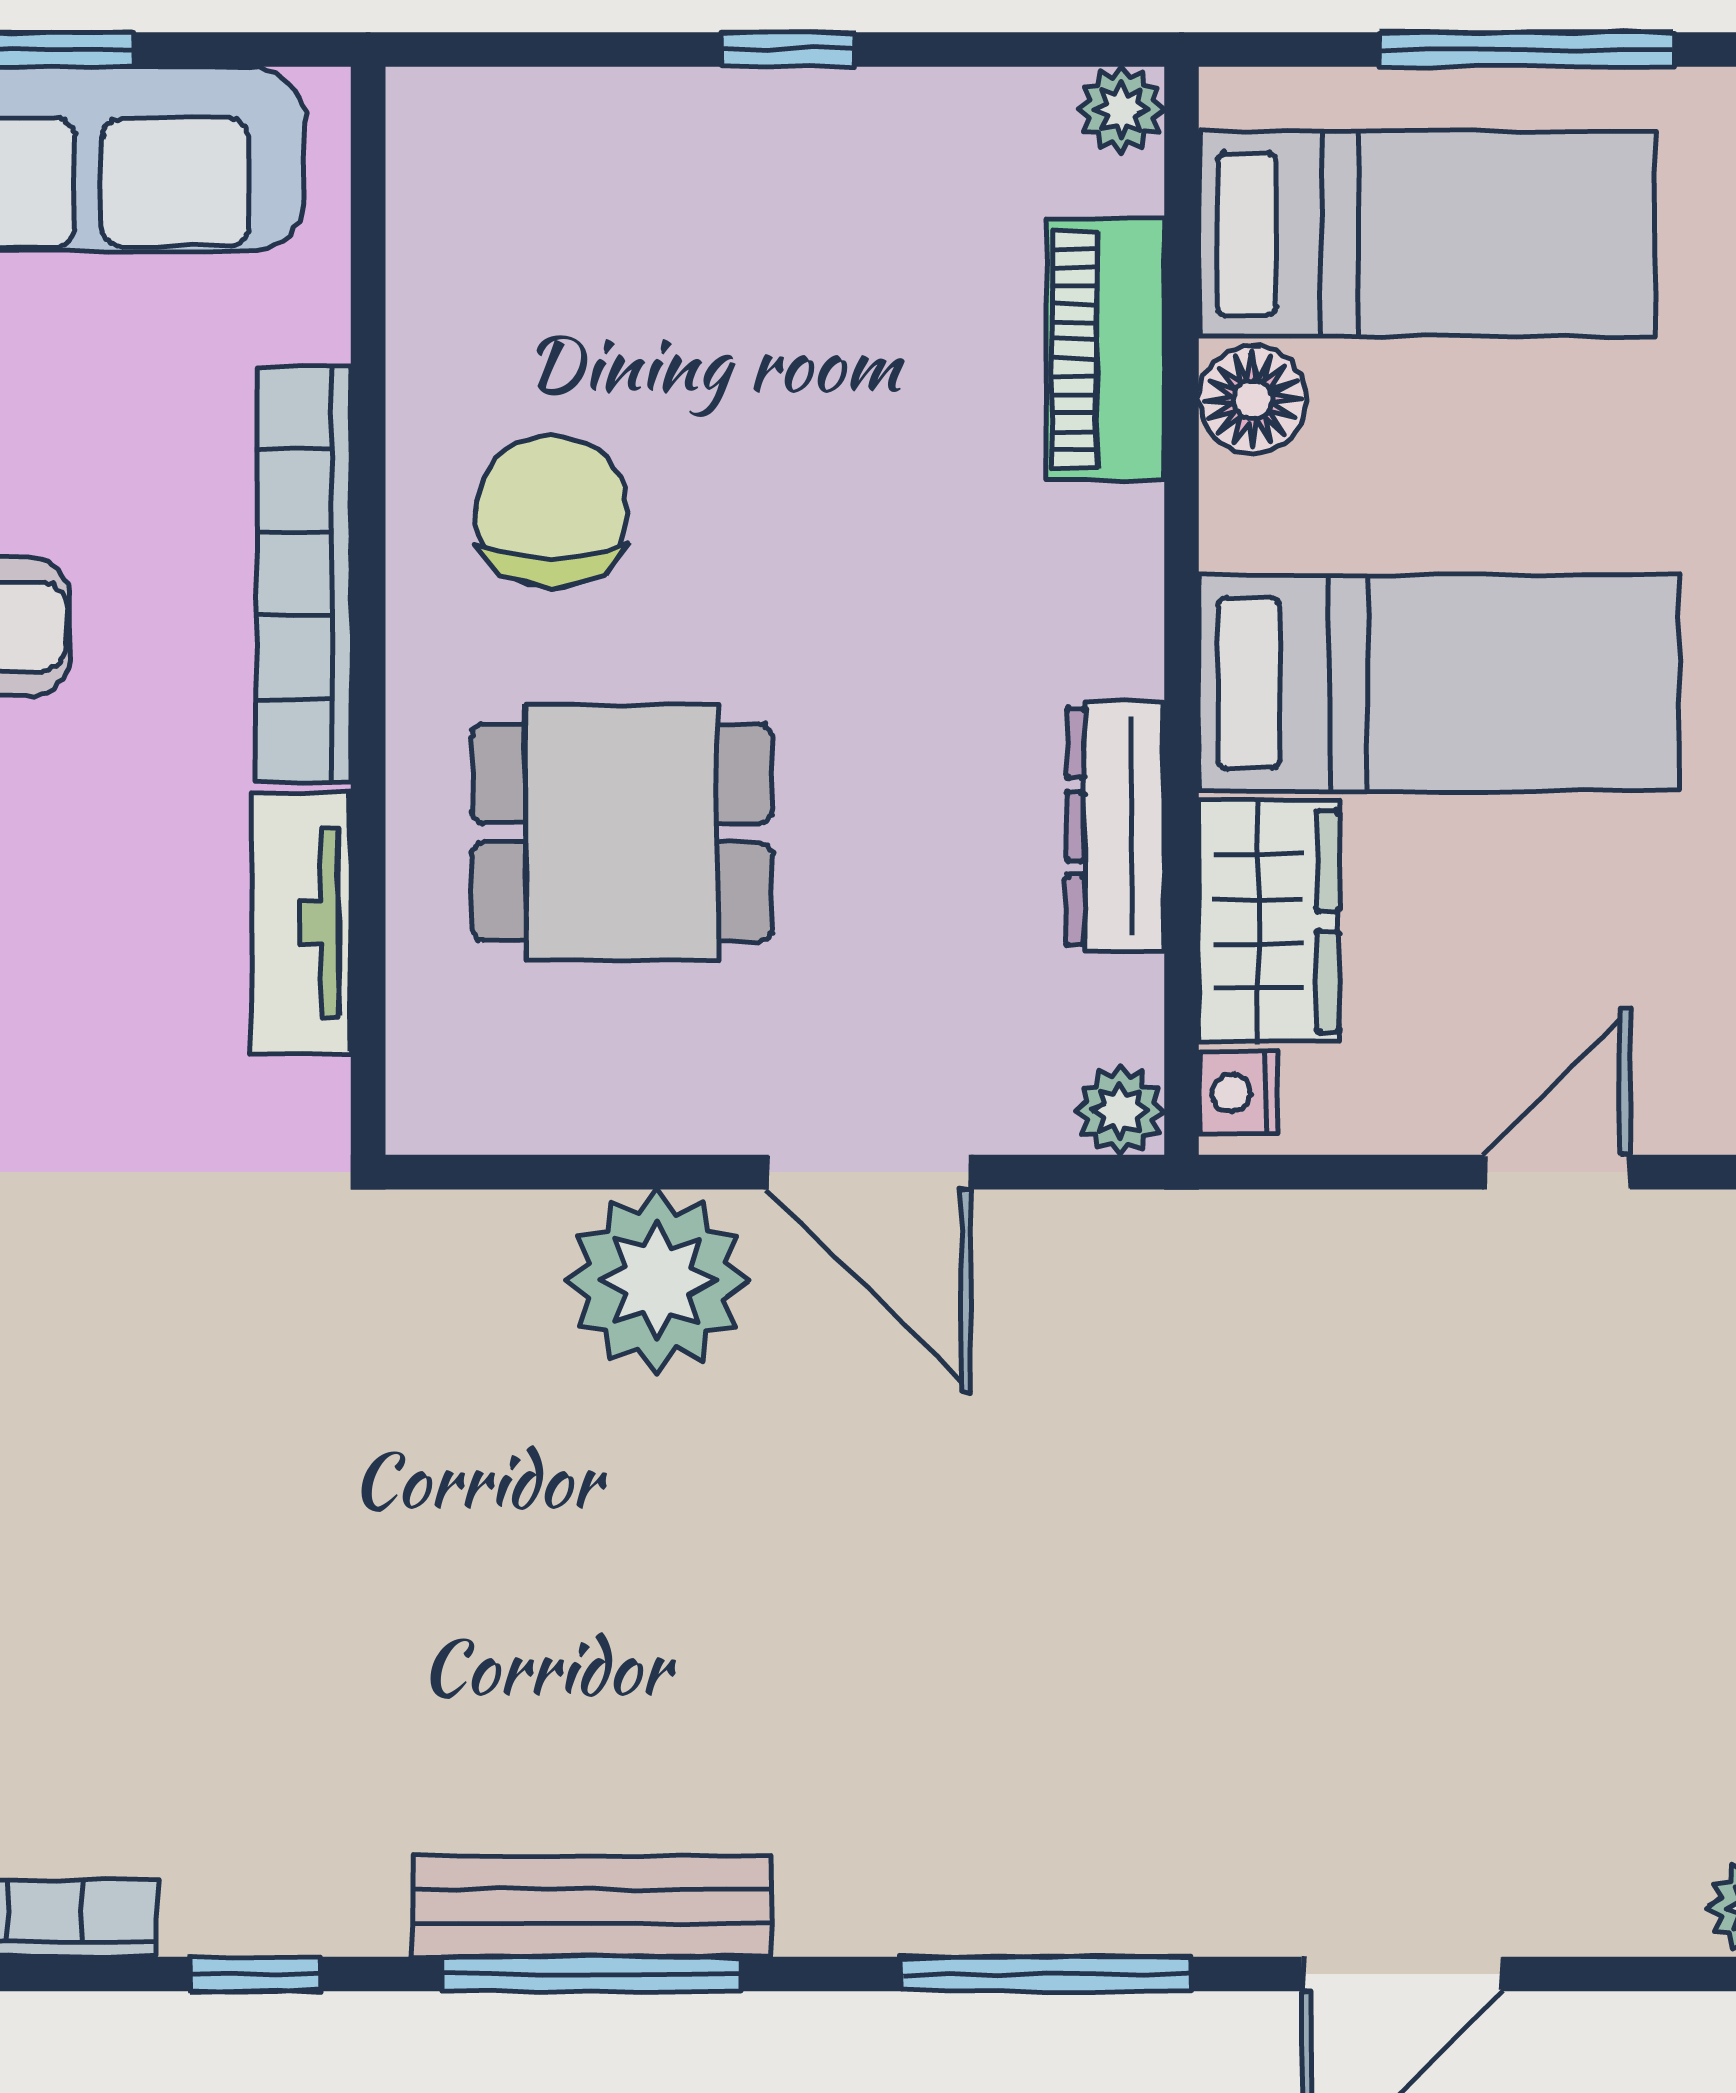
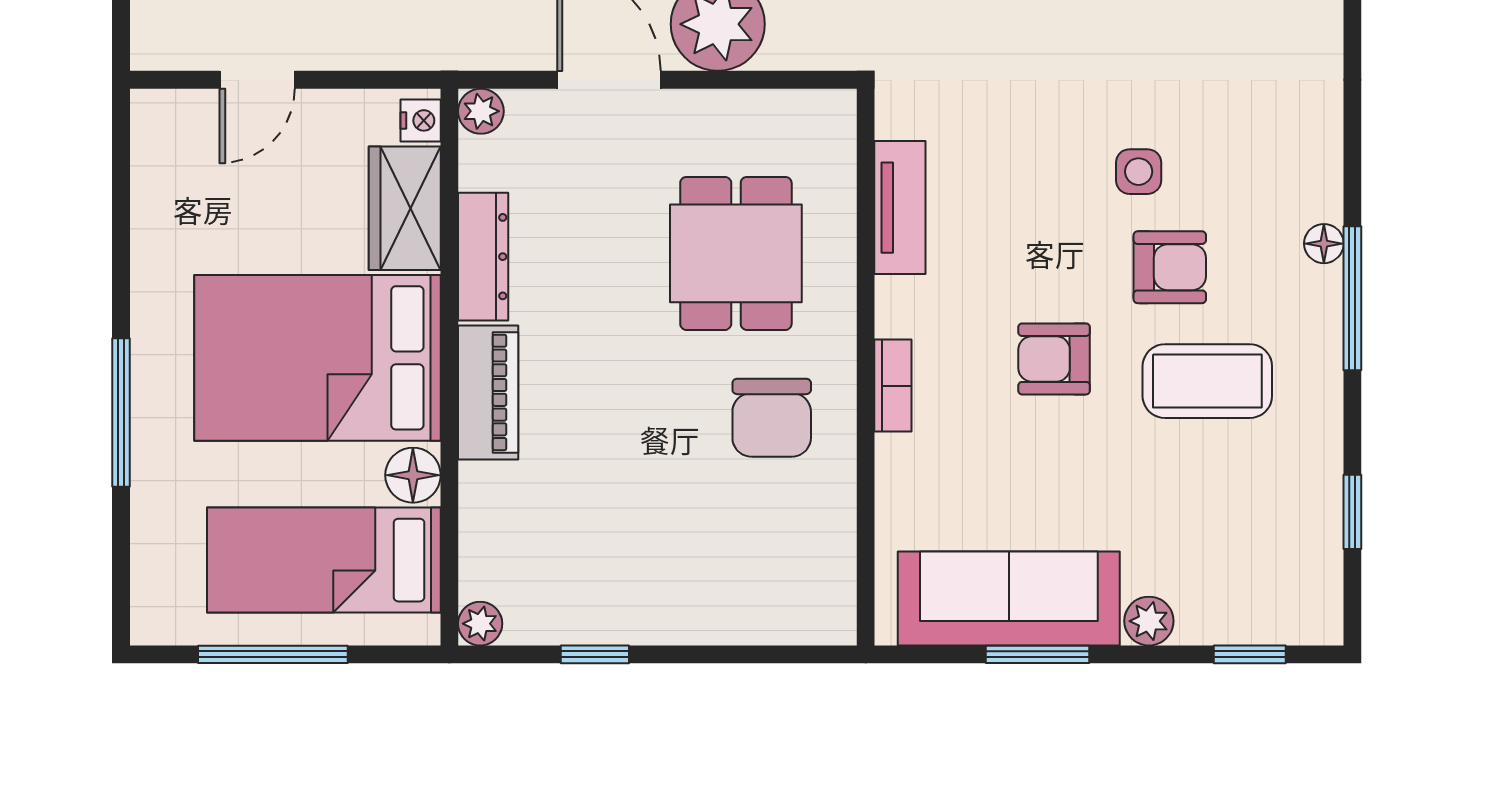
window: (789, 49) -> (595, 654), moved
piano: (1106, 350) -> (488, 392), moved
bookcase: (304, 575) -> (893, 386), width x0.43, depth x0.76
bed: (1439, 683) -> (318, 358), width x1.50
dining table: (622, 833) -> (736, 253), turned 90

